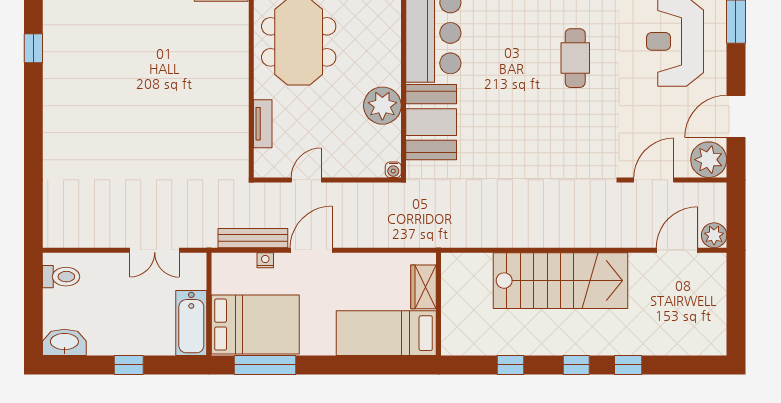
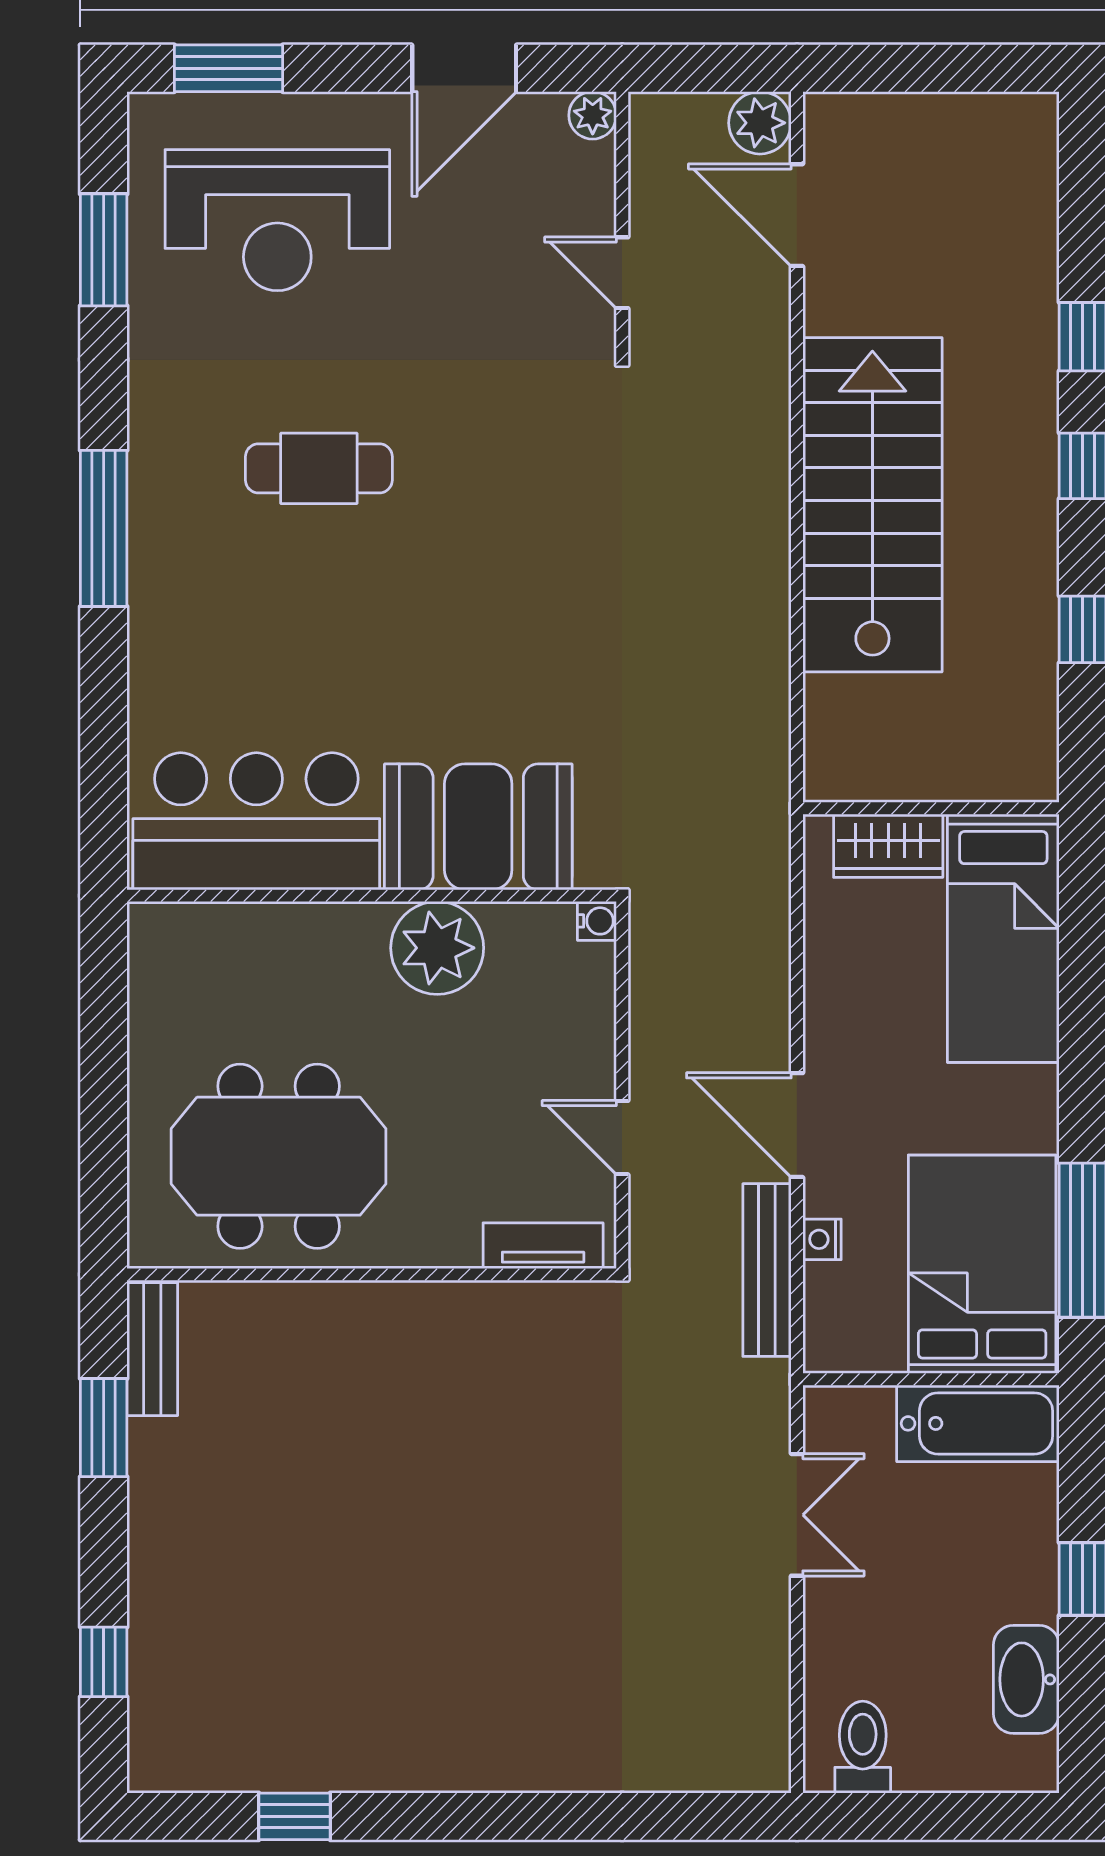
door: (736, 116) -> (464, 68), hinge flipped
tv unit: (263, 124) -> (543, 1246), moved
plant: (709, 160) -> (593, 115), width x0.53, depth x0.53
door: (654, 180) -> (622, 273), width x0.73
washbasin: (64, 342) -> (1026, 1679), moved

